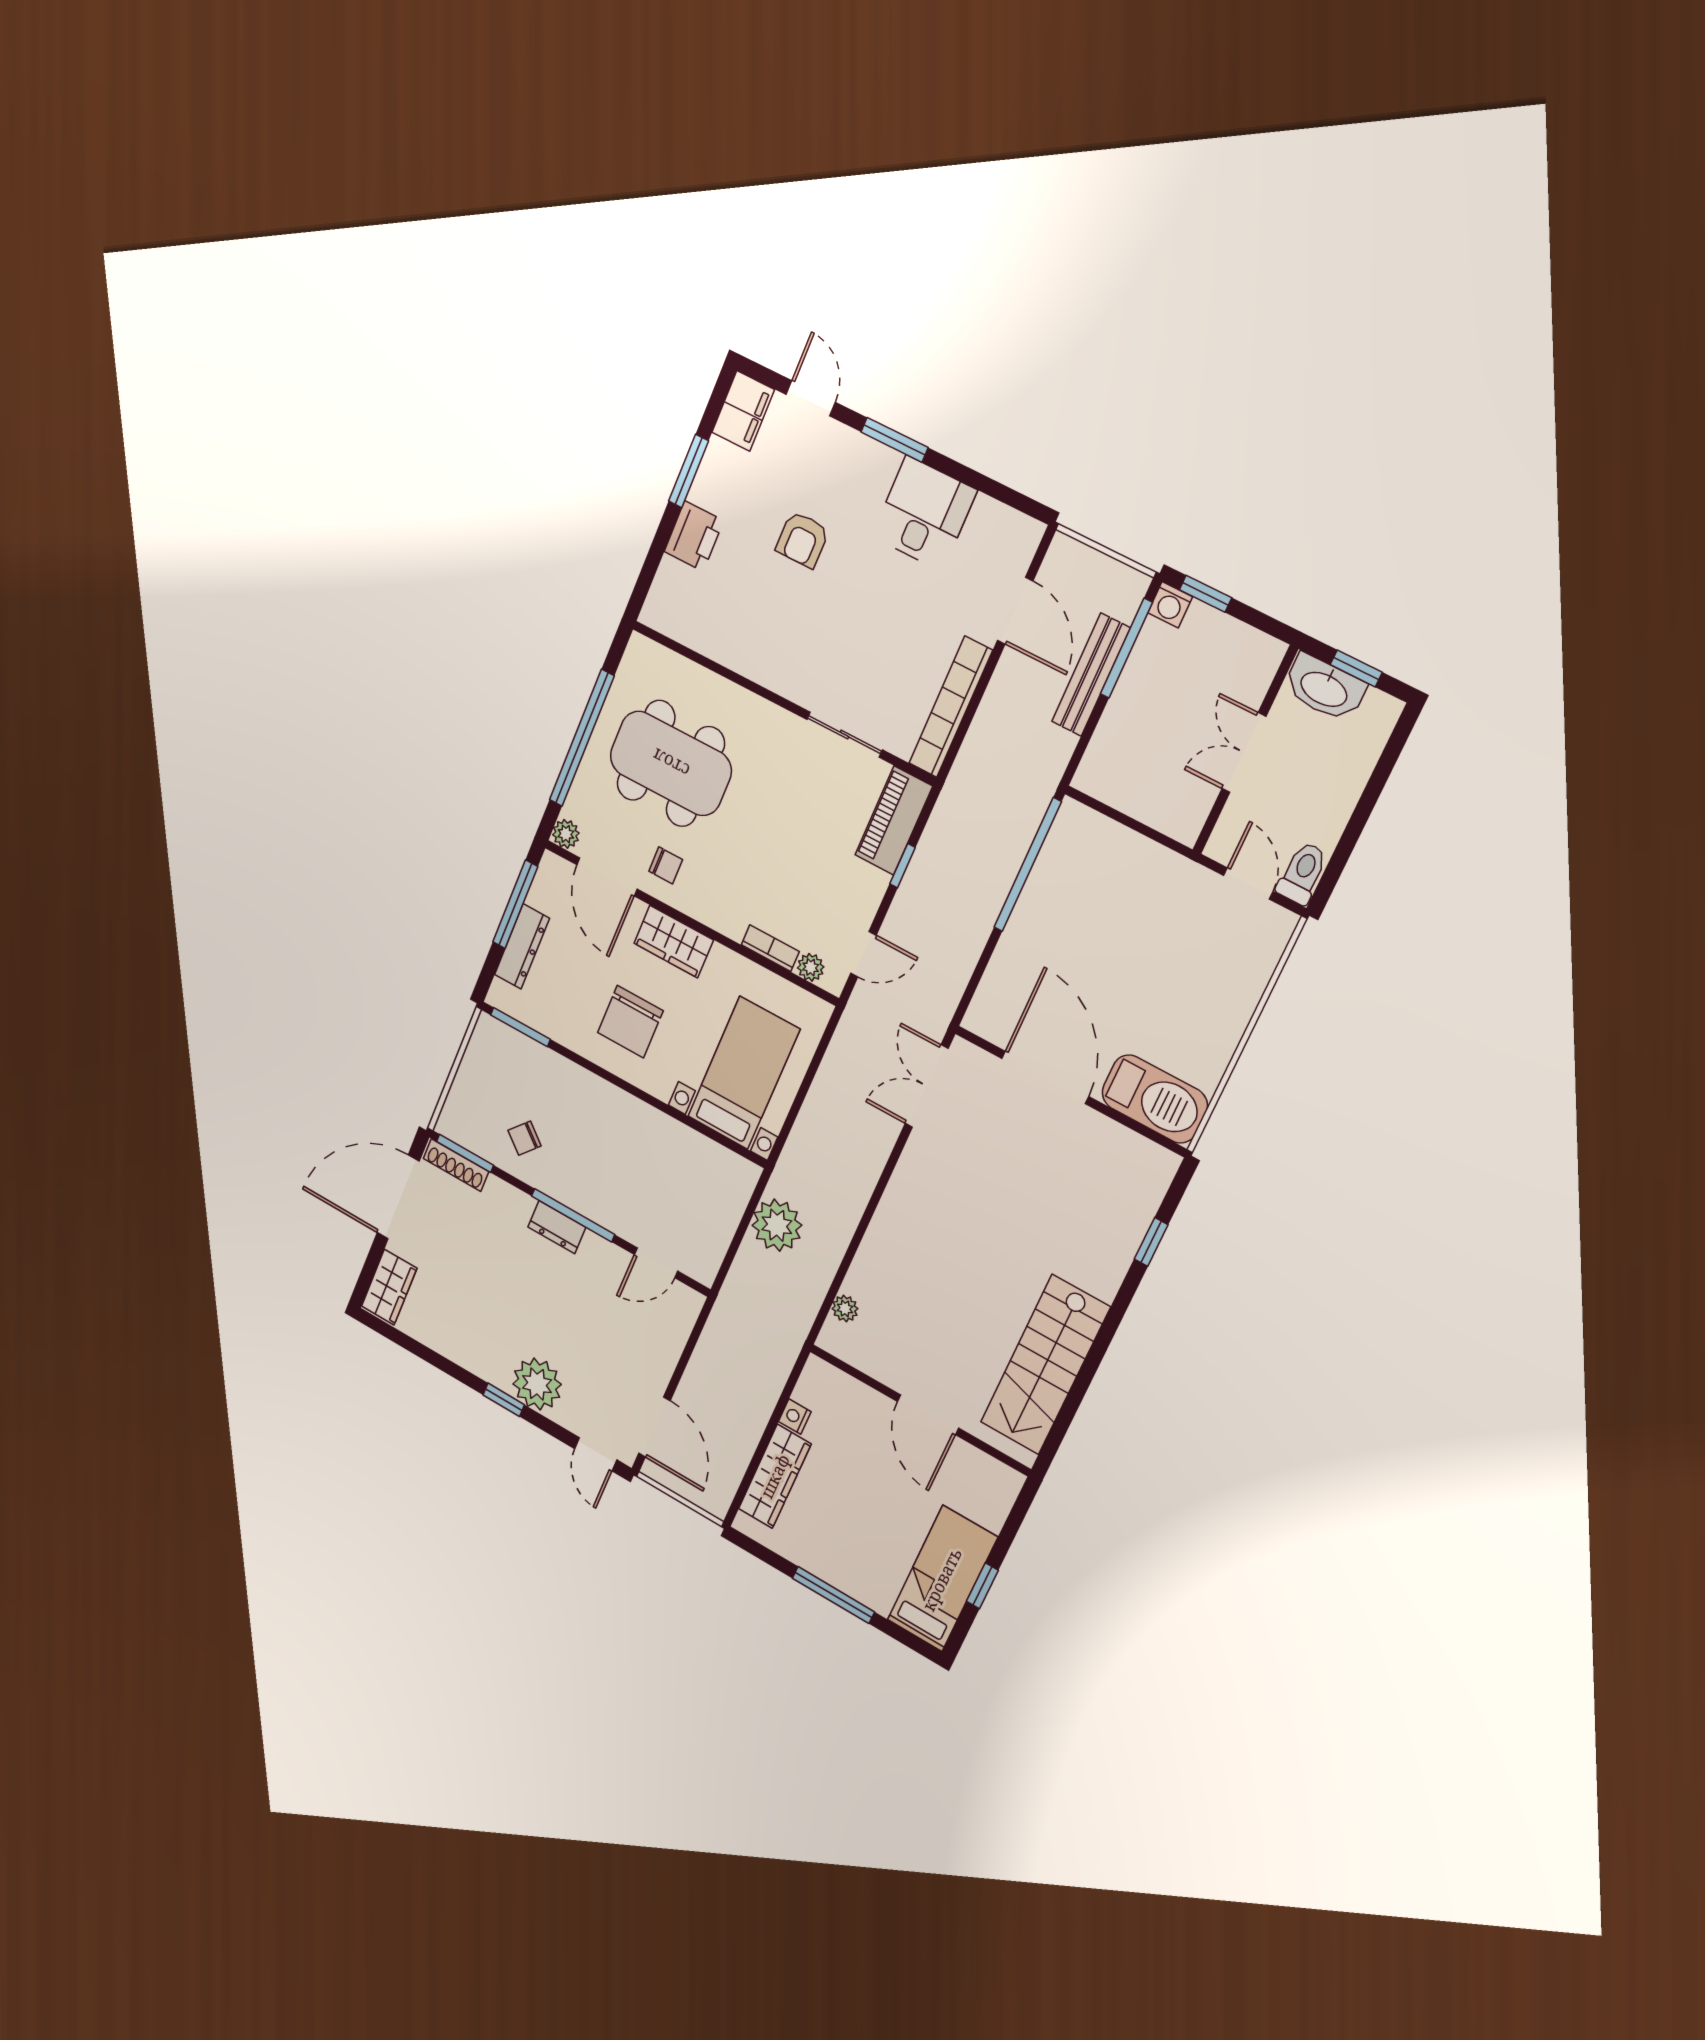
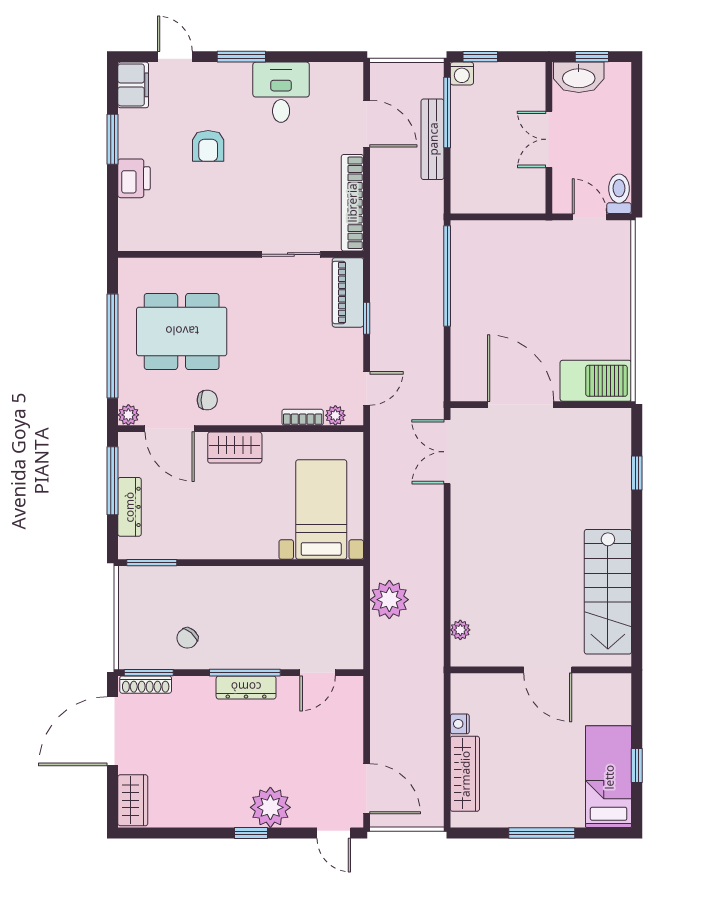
chair: (630, 1022) -> (228, 517), removed
dresser: (557, 1227) -> (246, 687), width x1.44

